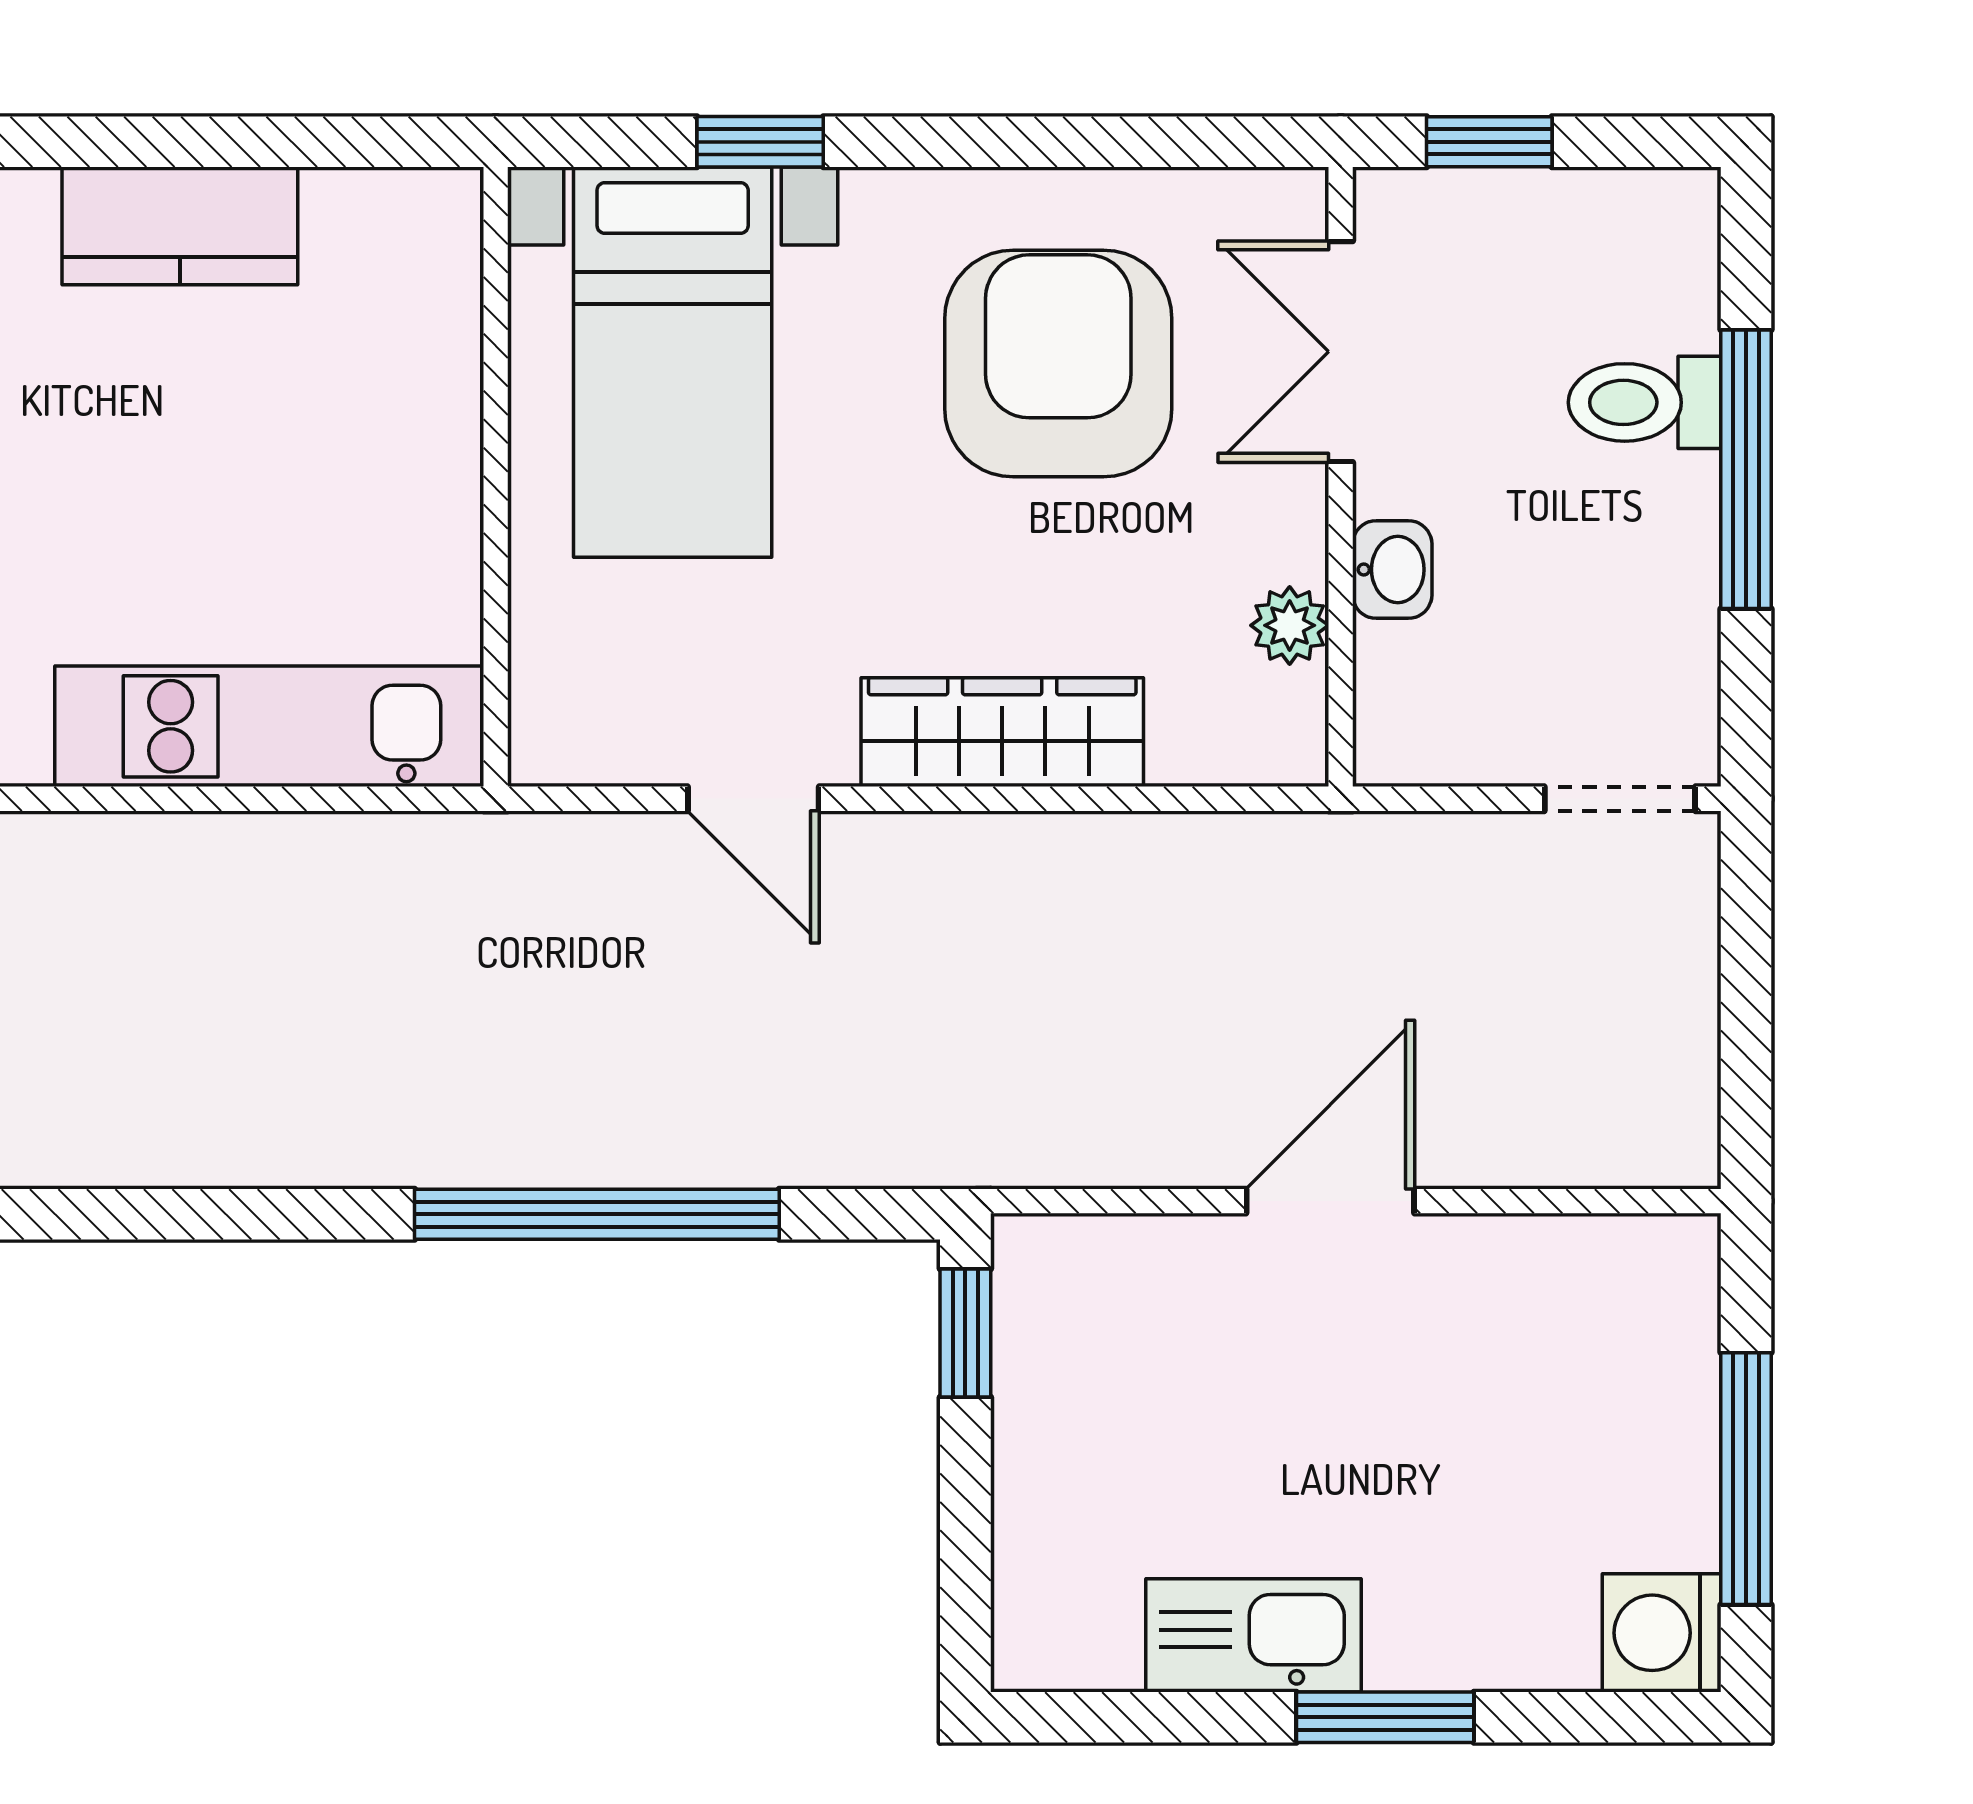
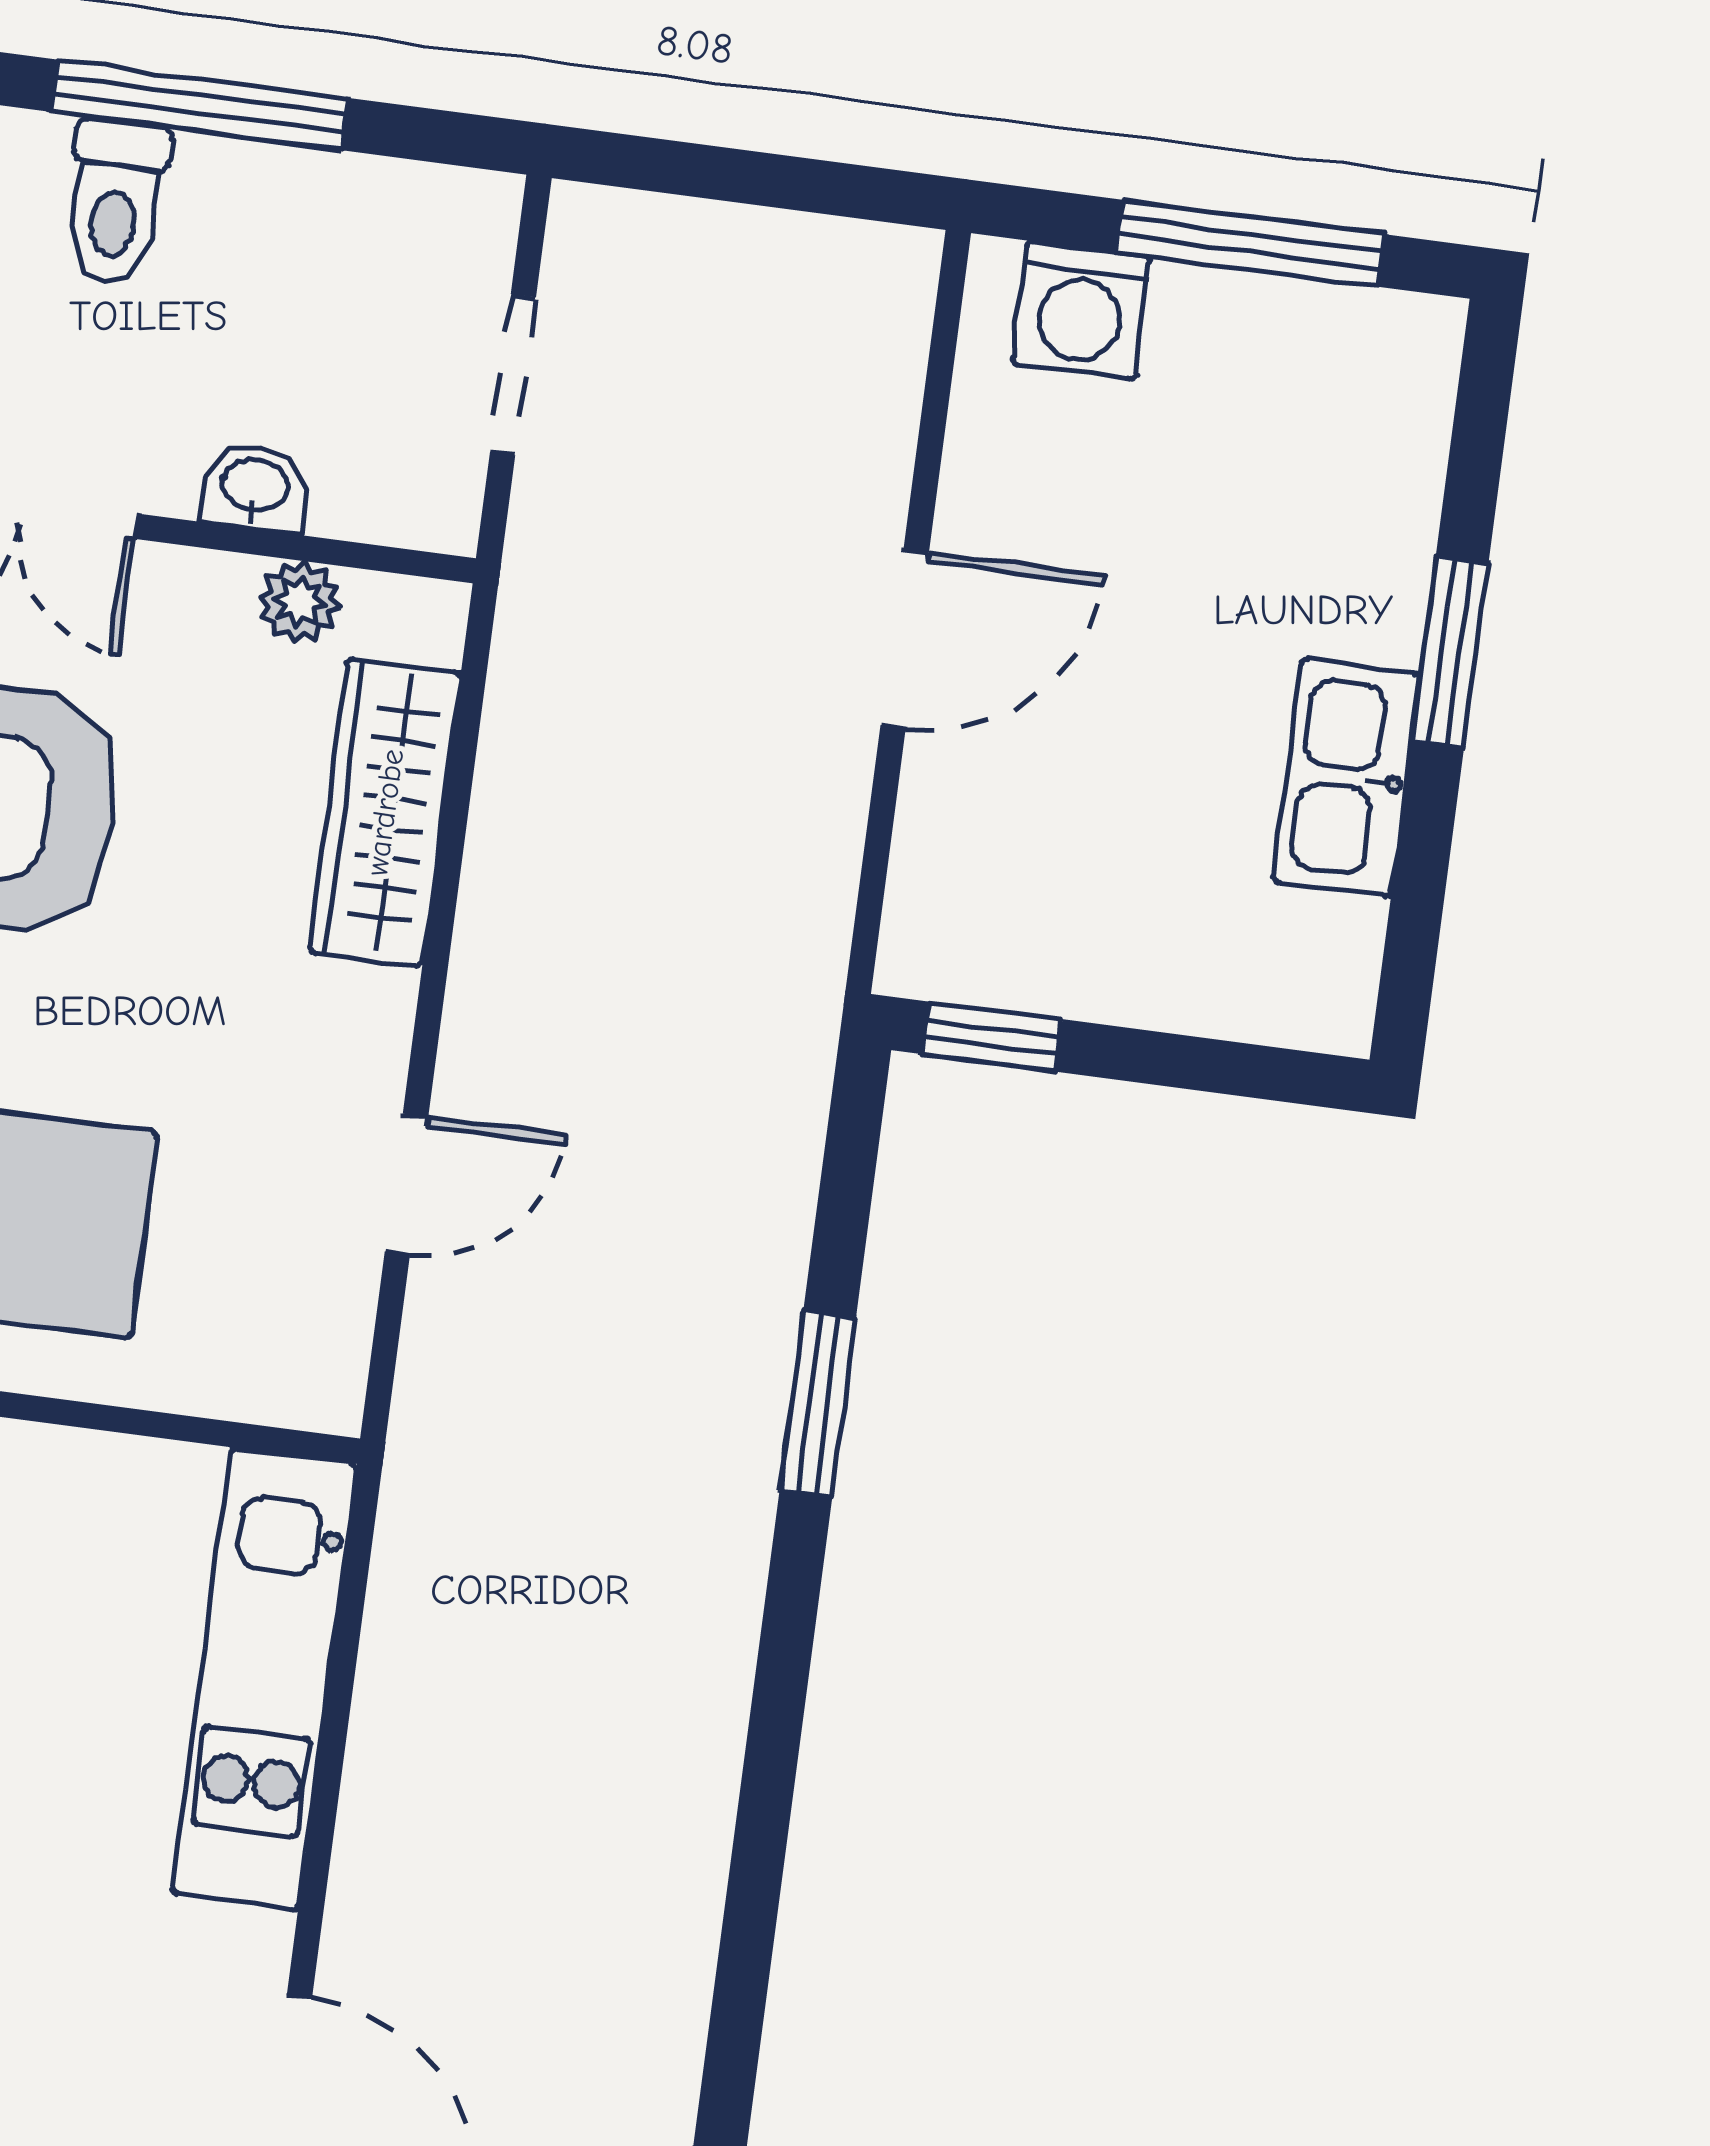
wardrobe: (1002, 732) -> (385, 812), moved
doorway: (1620, 799) -> (513, 375), moved
door: (1330, 1201) -> (905, 638), swing flipped
window: (597, 1214) -> (818, 1404), width x0.47
washing machine: (1662, 1633) -> (1081, 310), moved

